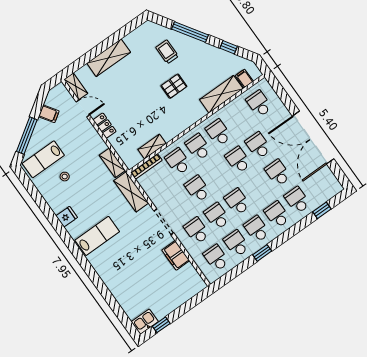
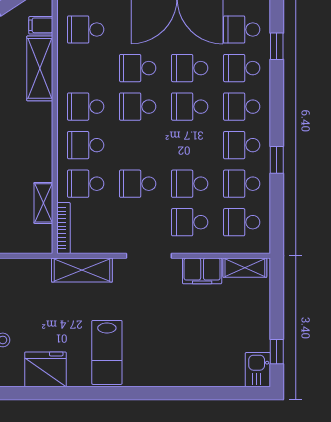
shelving: (112, 163) -> (245, 268), moved
school desk: (317, 186) -> (242, 30), added
school desk: (237, 202) -> (190, 107), moved
fridge: (67, 217) -> (45, 369), width x1.88, depth x1.34
lab bench: (97, 236) -> (107, 352), turned 180

